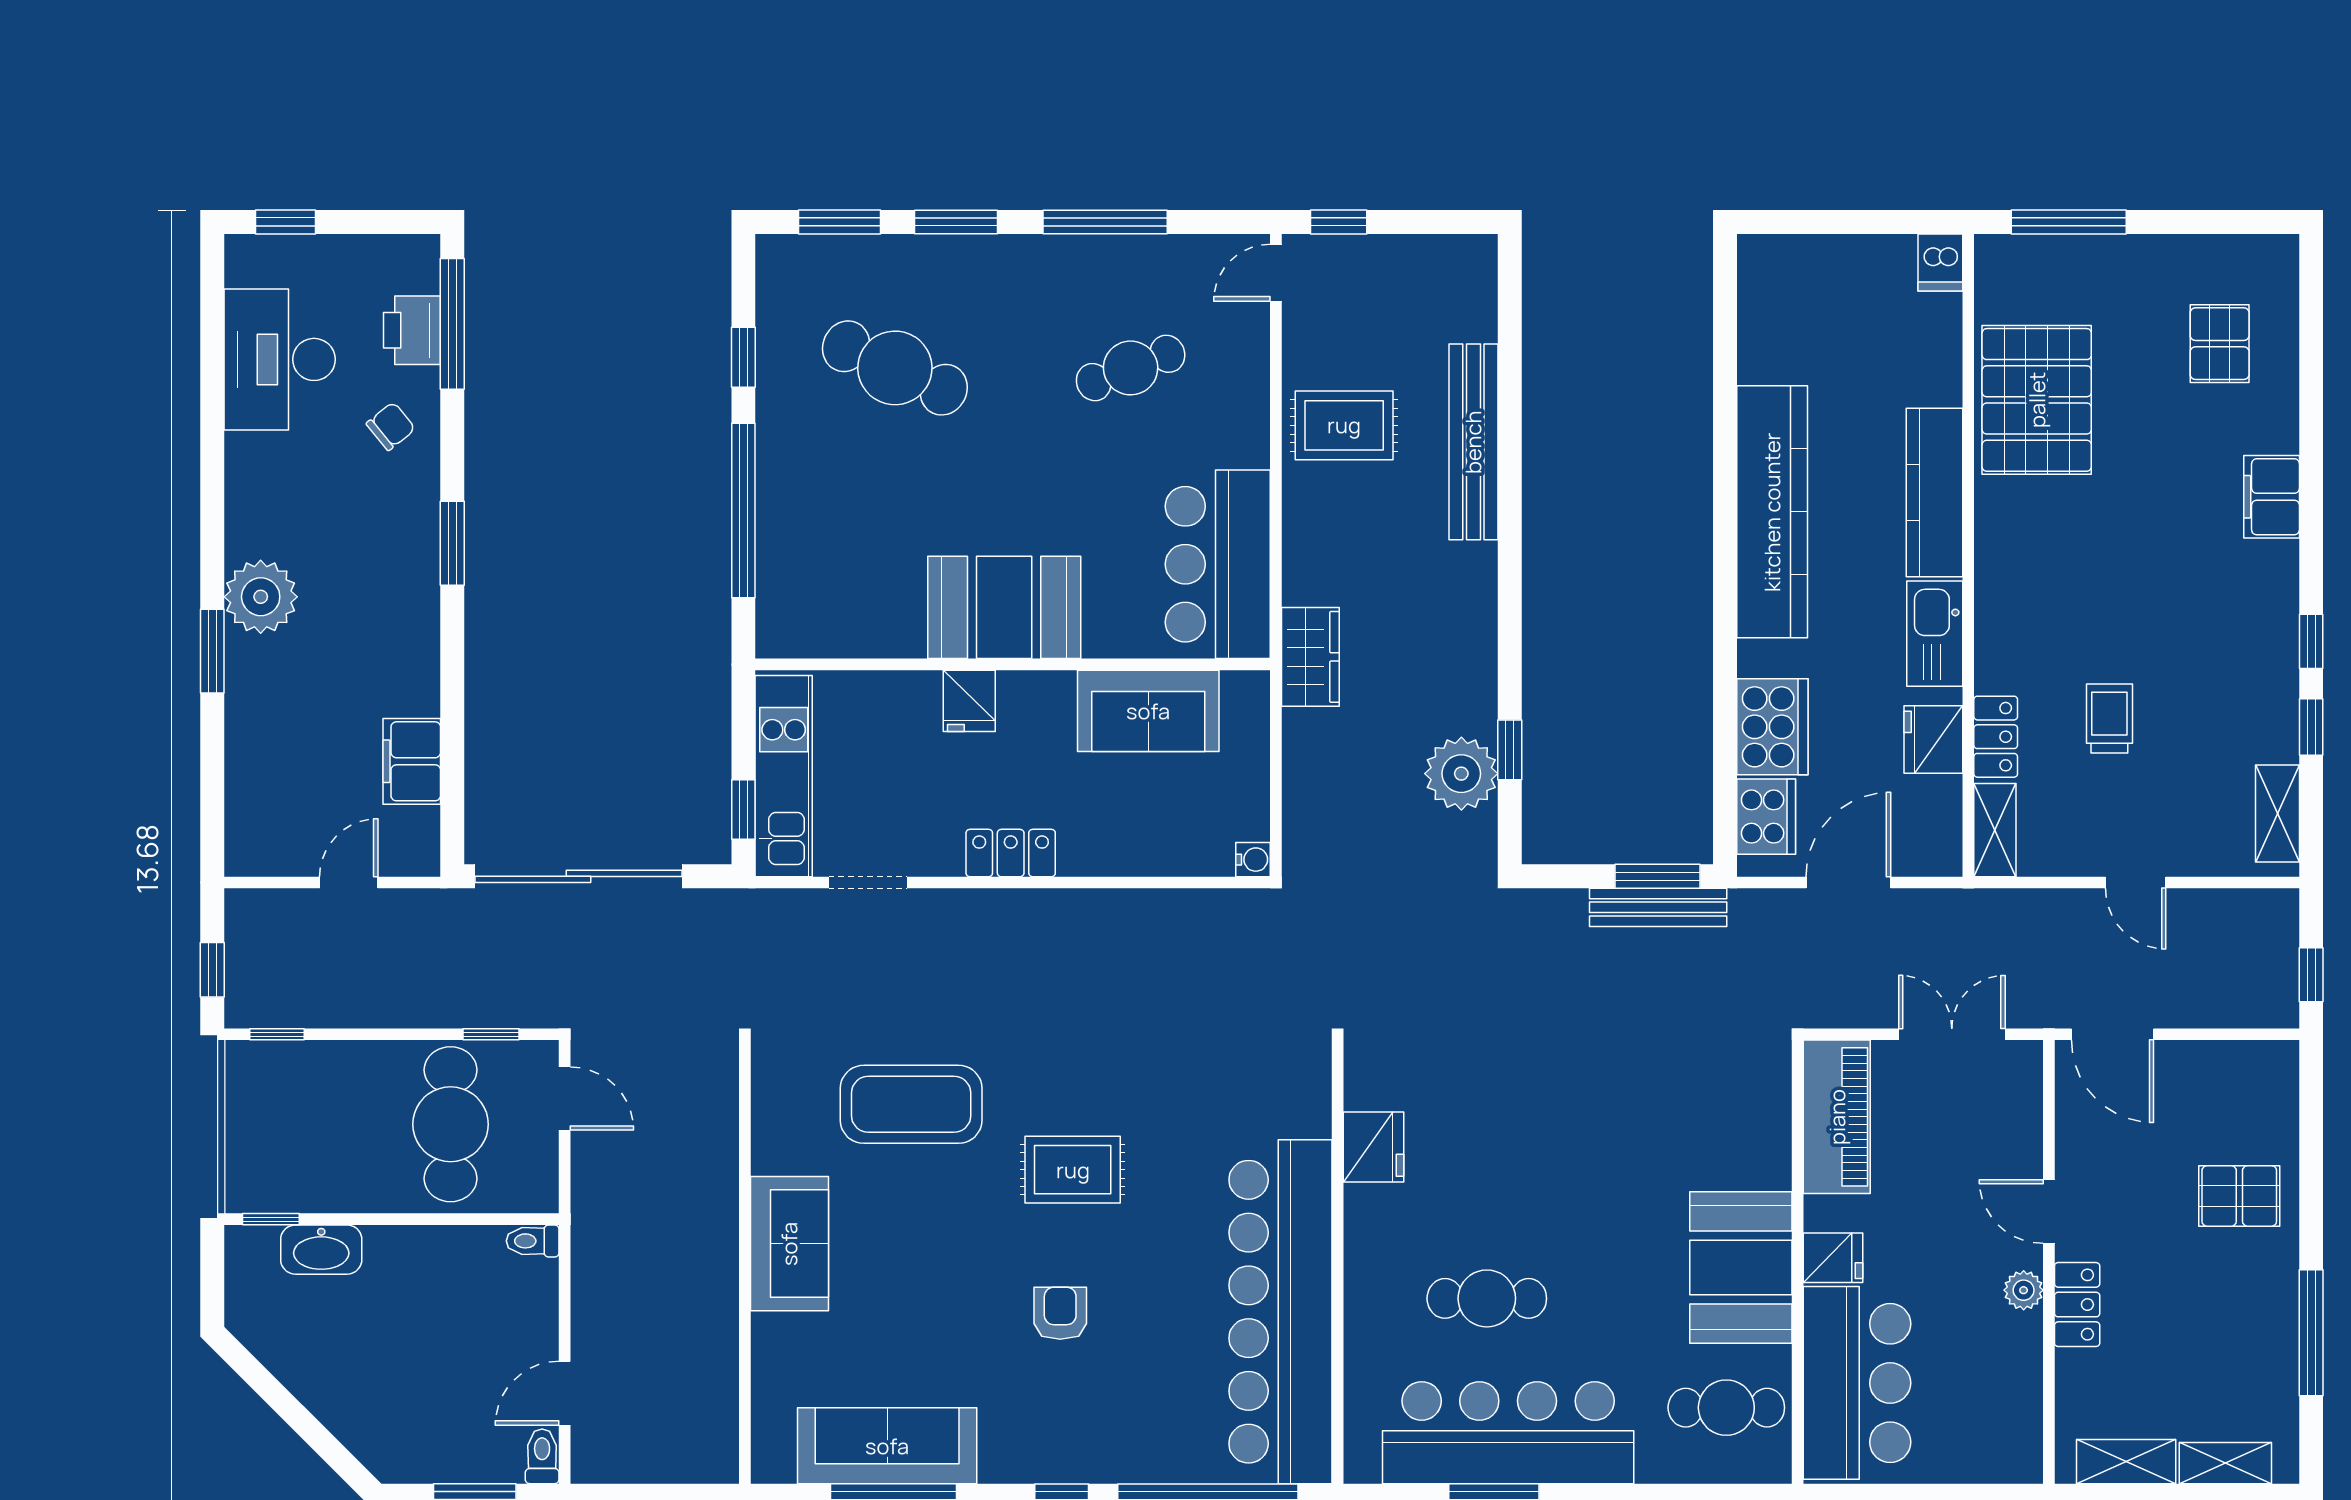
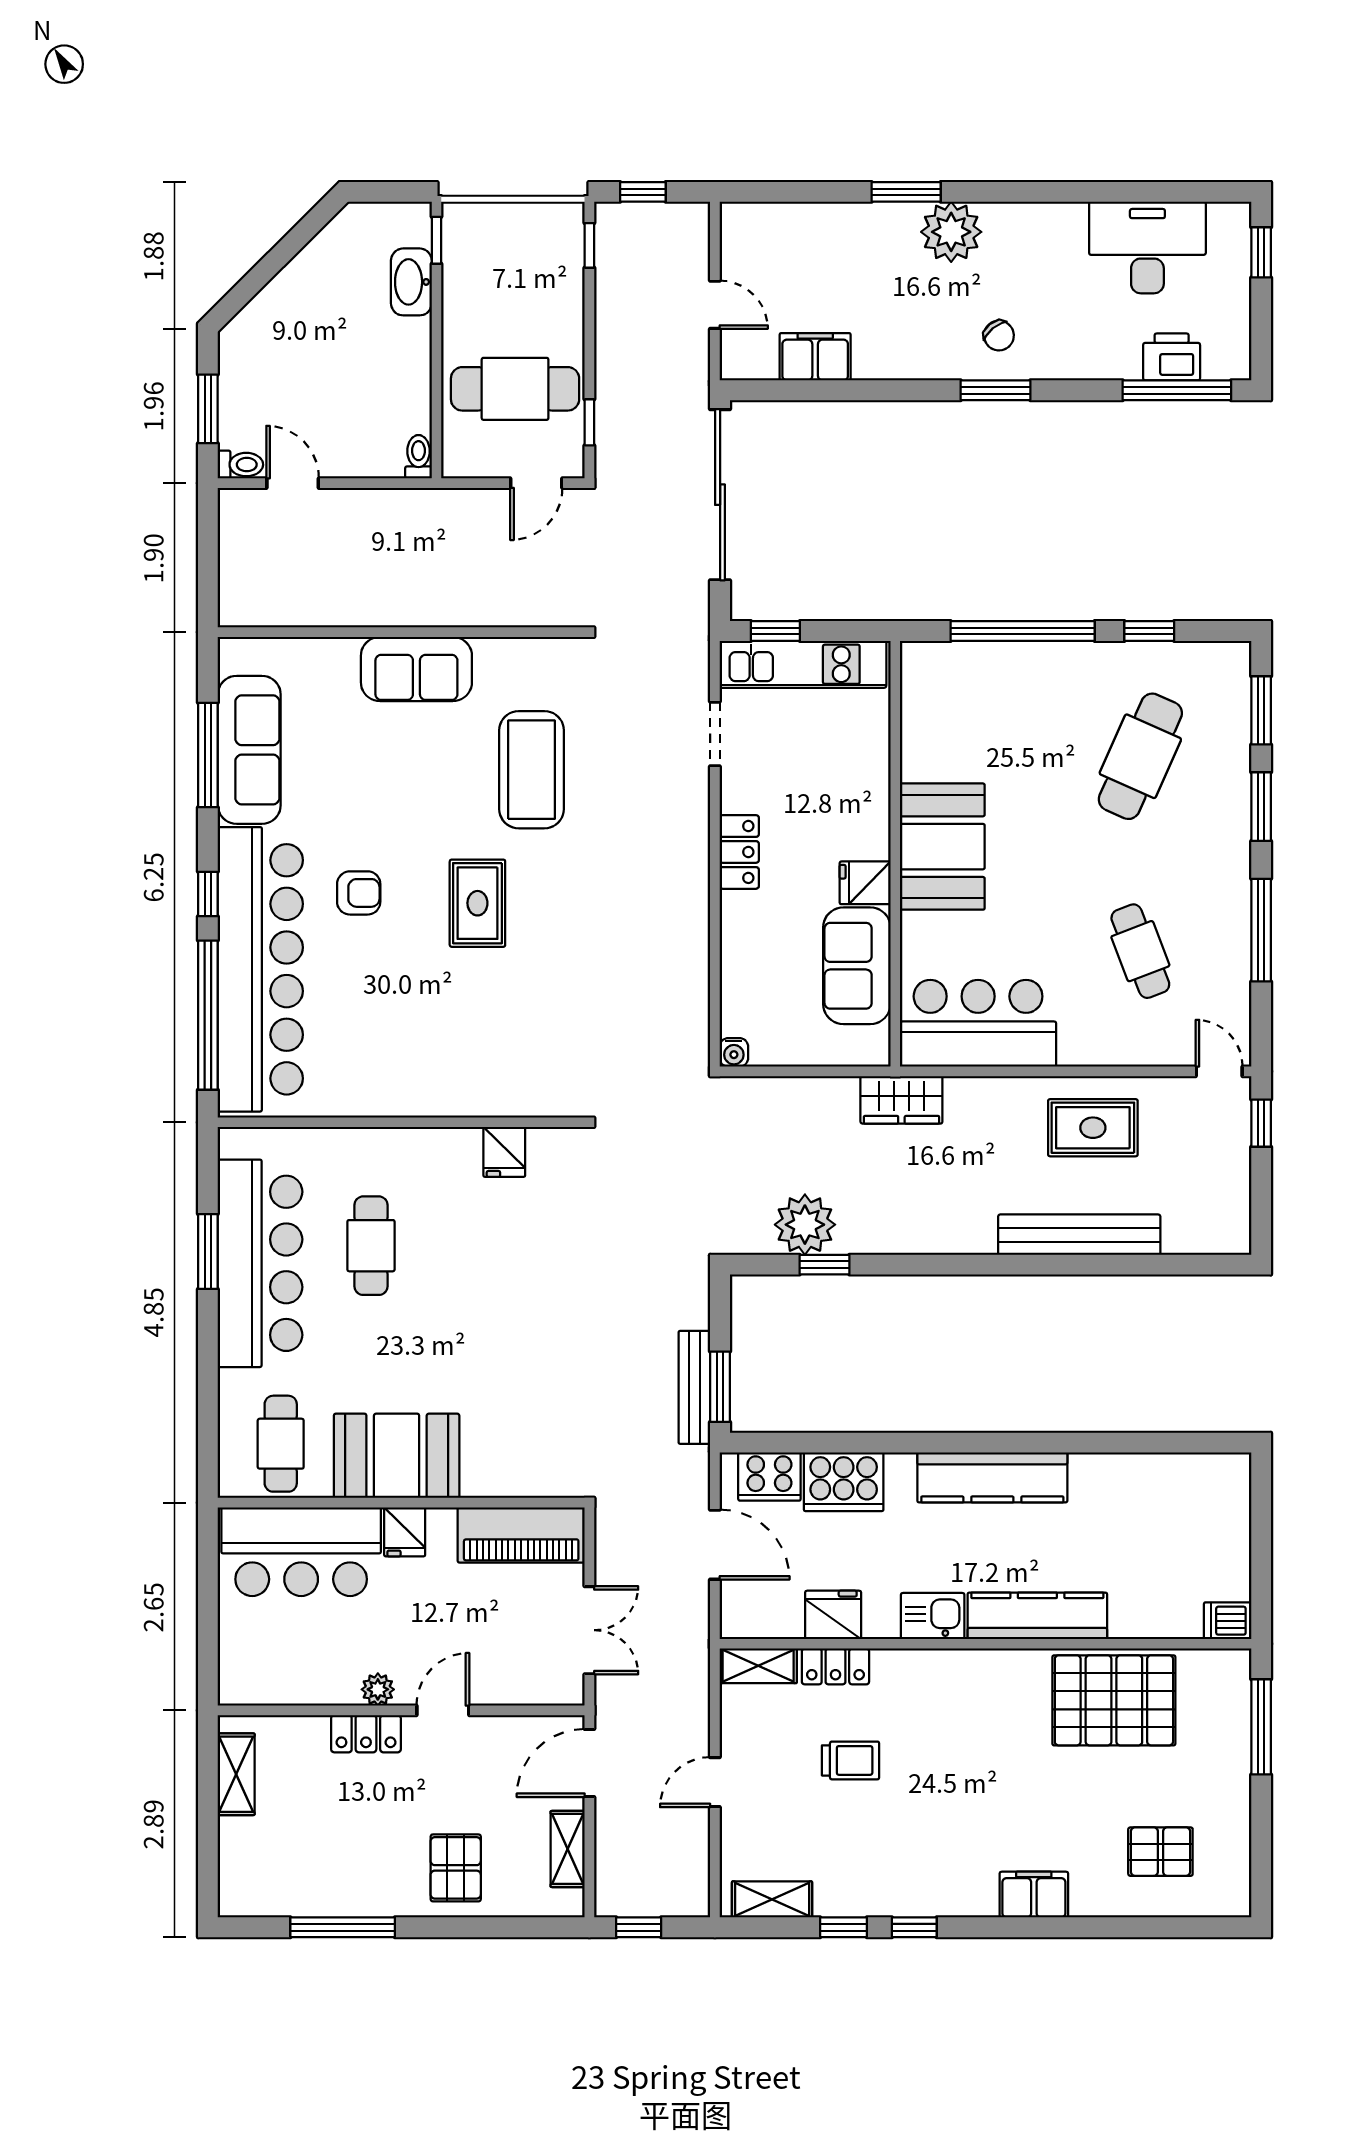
rug: (1344, 425) -> (1093, 1128), turned 90
chair: (391, 426) -> (999, 336), moved
kitchen counter: (1772, 512) -> (992, 1477), width x0.72, depth x0.86
kitchen sink: (1935, 634) -> (933, 1616), width x0.73
fridge: (969, 701) -> (865, 883), moved
fridge: (1373, 1147) -> (504, 1152), width x0.72
bar counter: (1280, 1312) -> (260, 969), moved, turned 90
shelving: (2225, 1463) -> (568, 1849), moved

